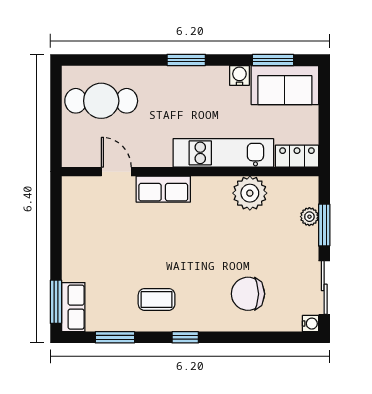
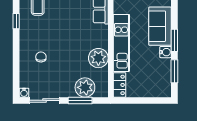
window: (186, 60) -> (174, 40), moved
sofa: (285, 85) -> (160, 26), moved
plant: (309, 217) -> (85, 87), width x1.88, depth x1.88
chair: (248, 294) -> (41, 57), width x0.54, depth x0.54

